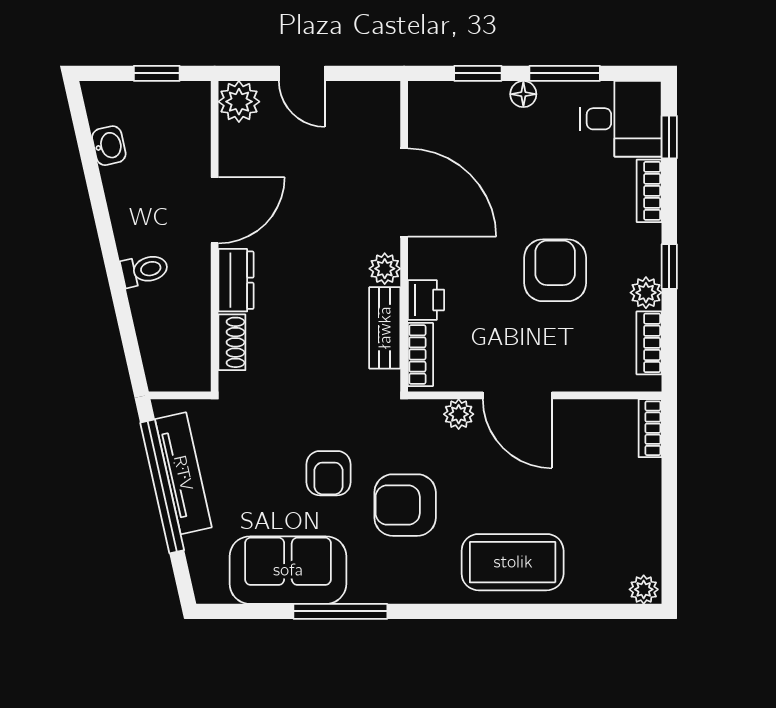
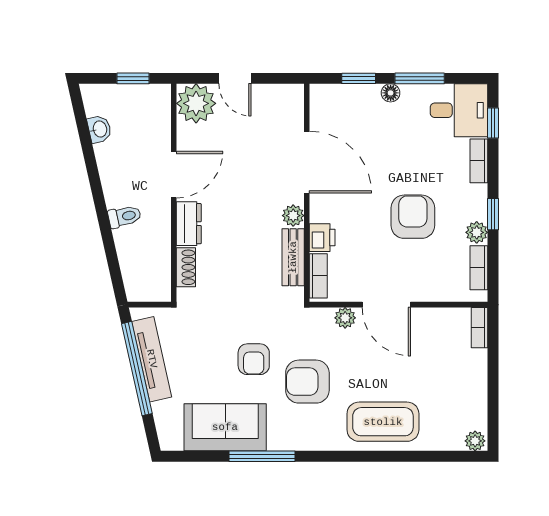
plant: (239, 102) -> (196, 103), width x1.36, depth x1.36

